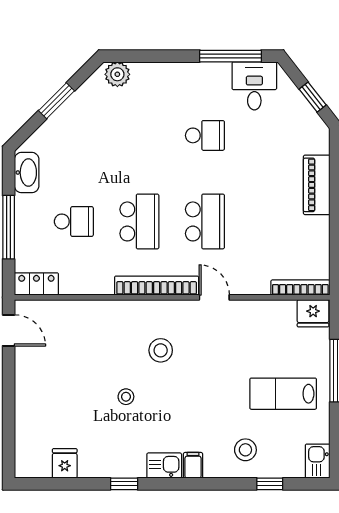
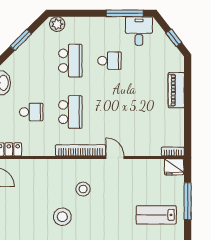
school desk: (205, 221) -> (70, 61), moved
bookcase: (300, 288) -> (173, 151), width x0.64
stool: (126, 397) -> (62, 217), width x1.89, depth x1.89

